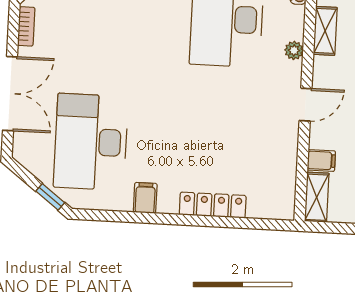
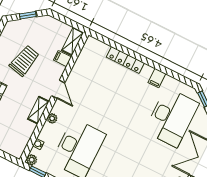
shelving: (325, 31) -> (38, 110), moved
door: (305, 105) -> (58, 89), swing flipped

